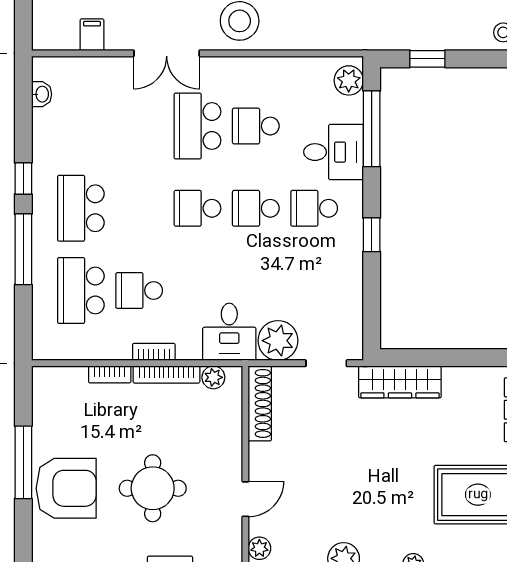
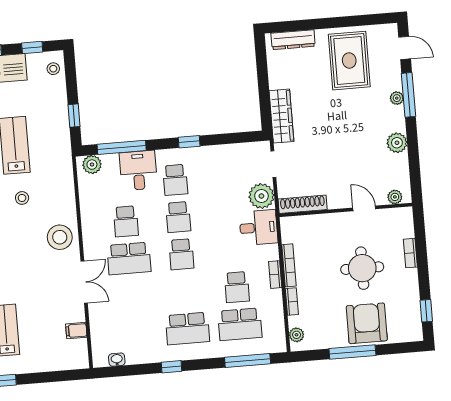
window: (23, 249) -> (248, 361), moved
plant: (213, 377) -> (297, 335), moved

